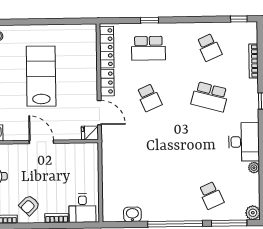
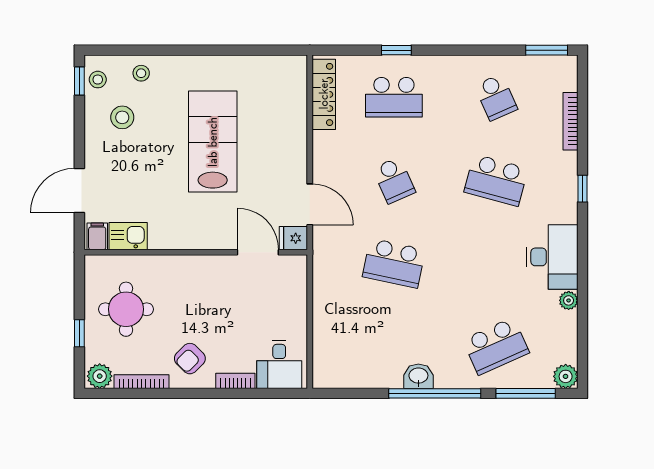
window: (239, 19) -> (547, 50), width x1.50
locker: (107, 83) -> (324, 154), removed
door: (41, 142) -> (258, 252), moved
school desk: (150, 147) -> (394, 263), added
school desk: (211, 195) -> (496, 346), width x1.85
washbasin: (132, 214) -> (418, 376), moved

